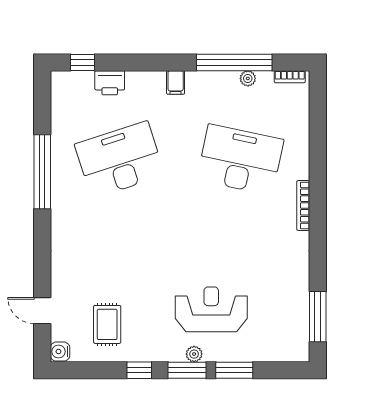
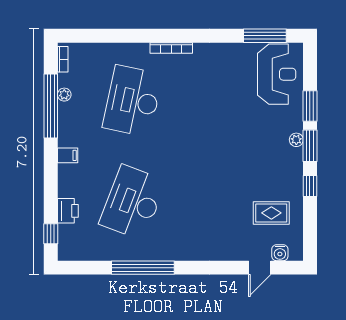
desk: (120, 160) -> (133, 202), turned 39
reception desk: (211, 309) -> (277, 74), moved, turned 180
water cooler: (60, 352) -> (280, 253), moved

